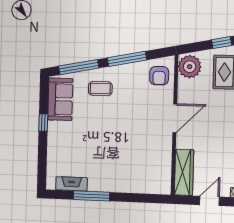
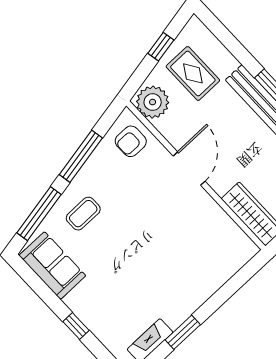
armchair: (159, 76) -> (131, 141), turned 90
window: (43, 123) -> (76, 326), moved
window: (92, 196) -> (183, 332), width x0.69

